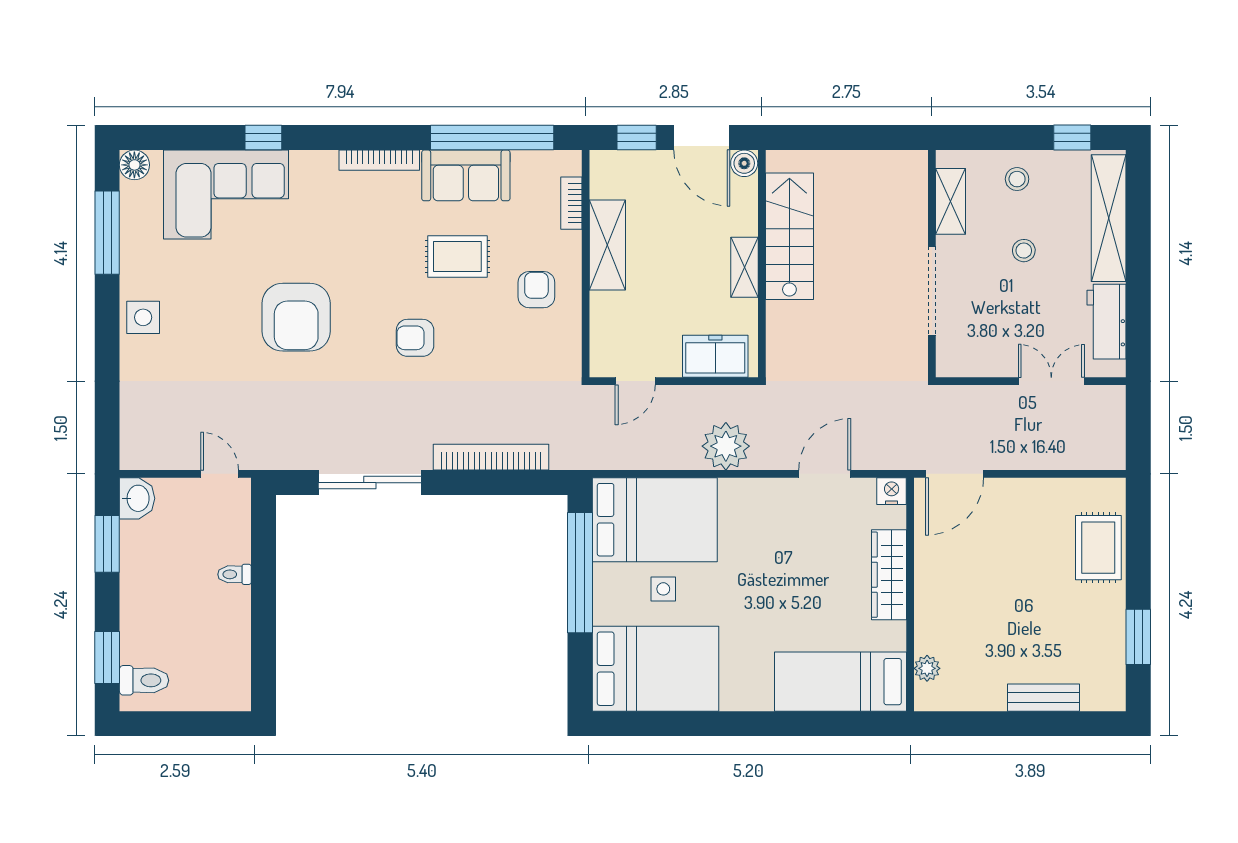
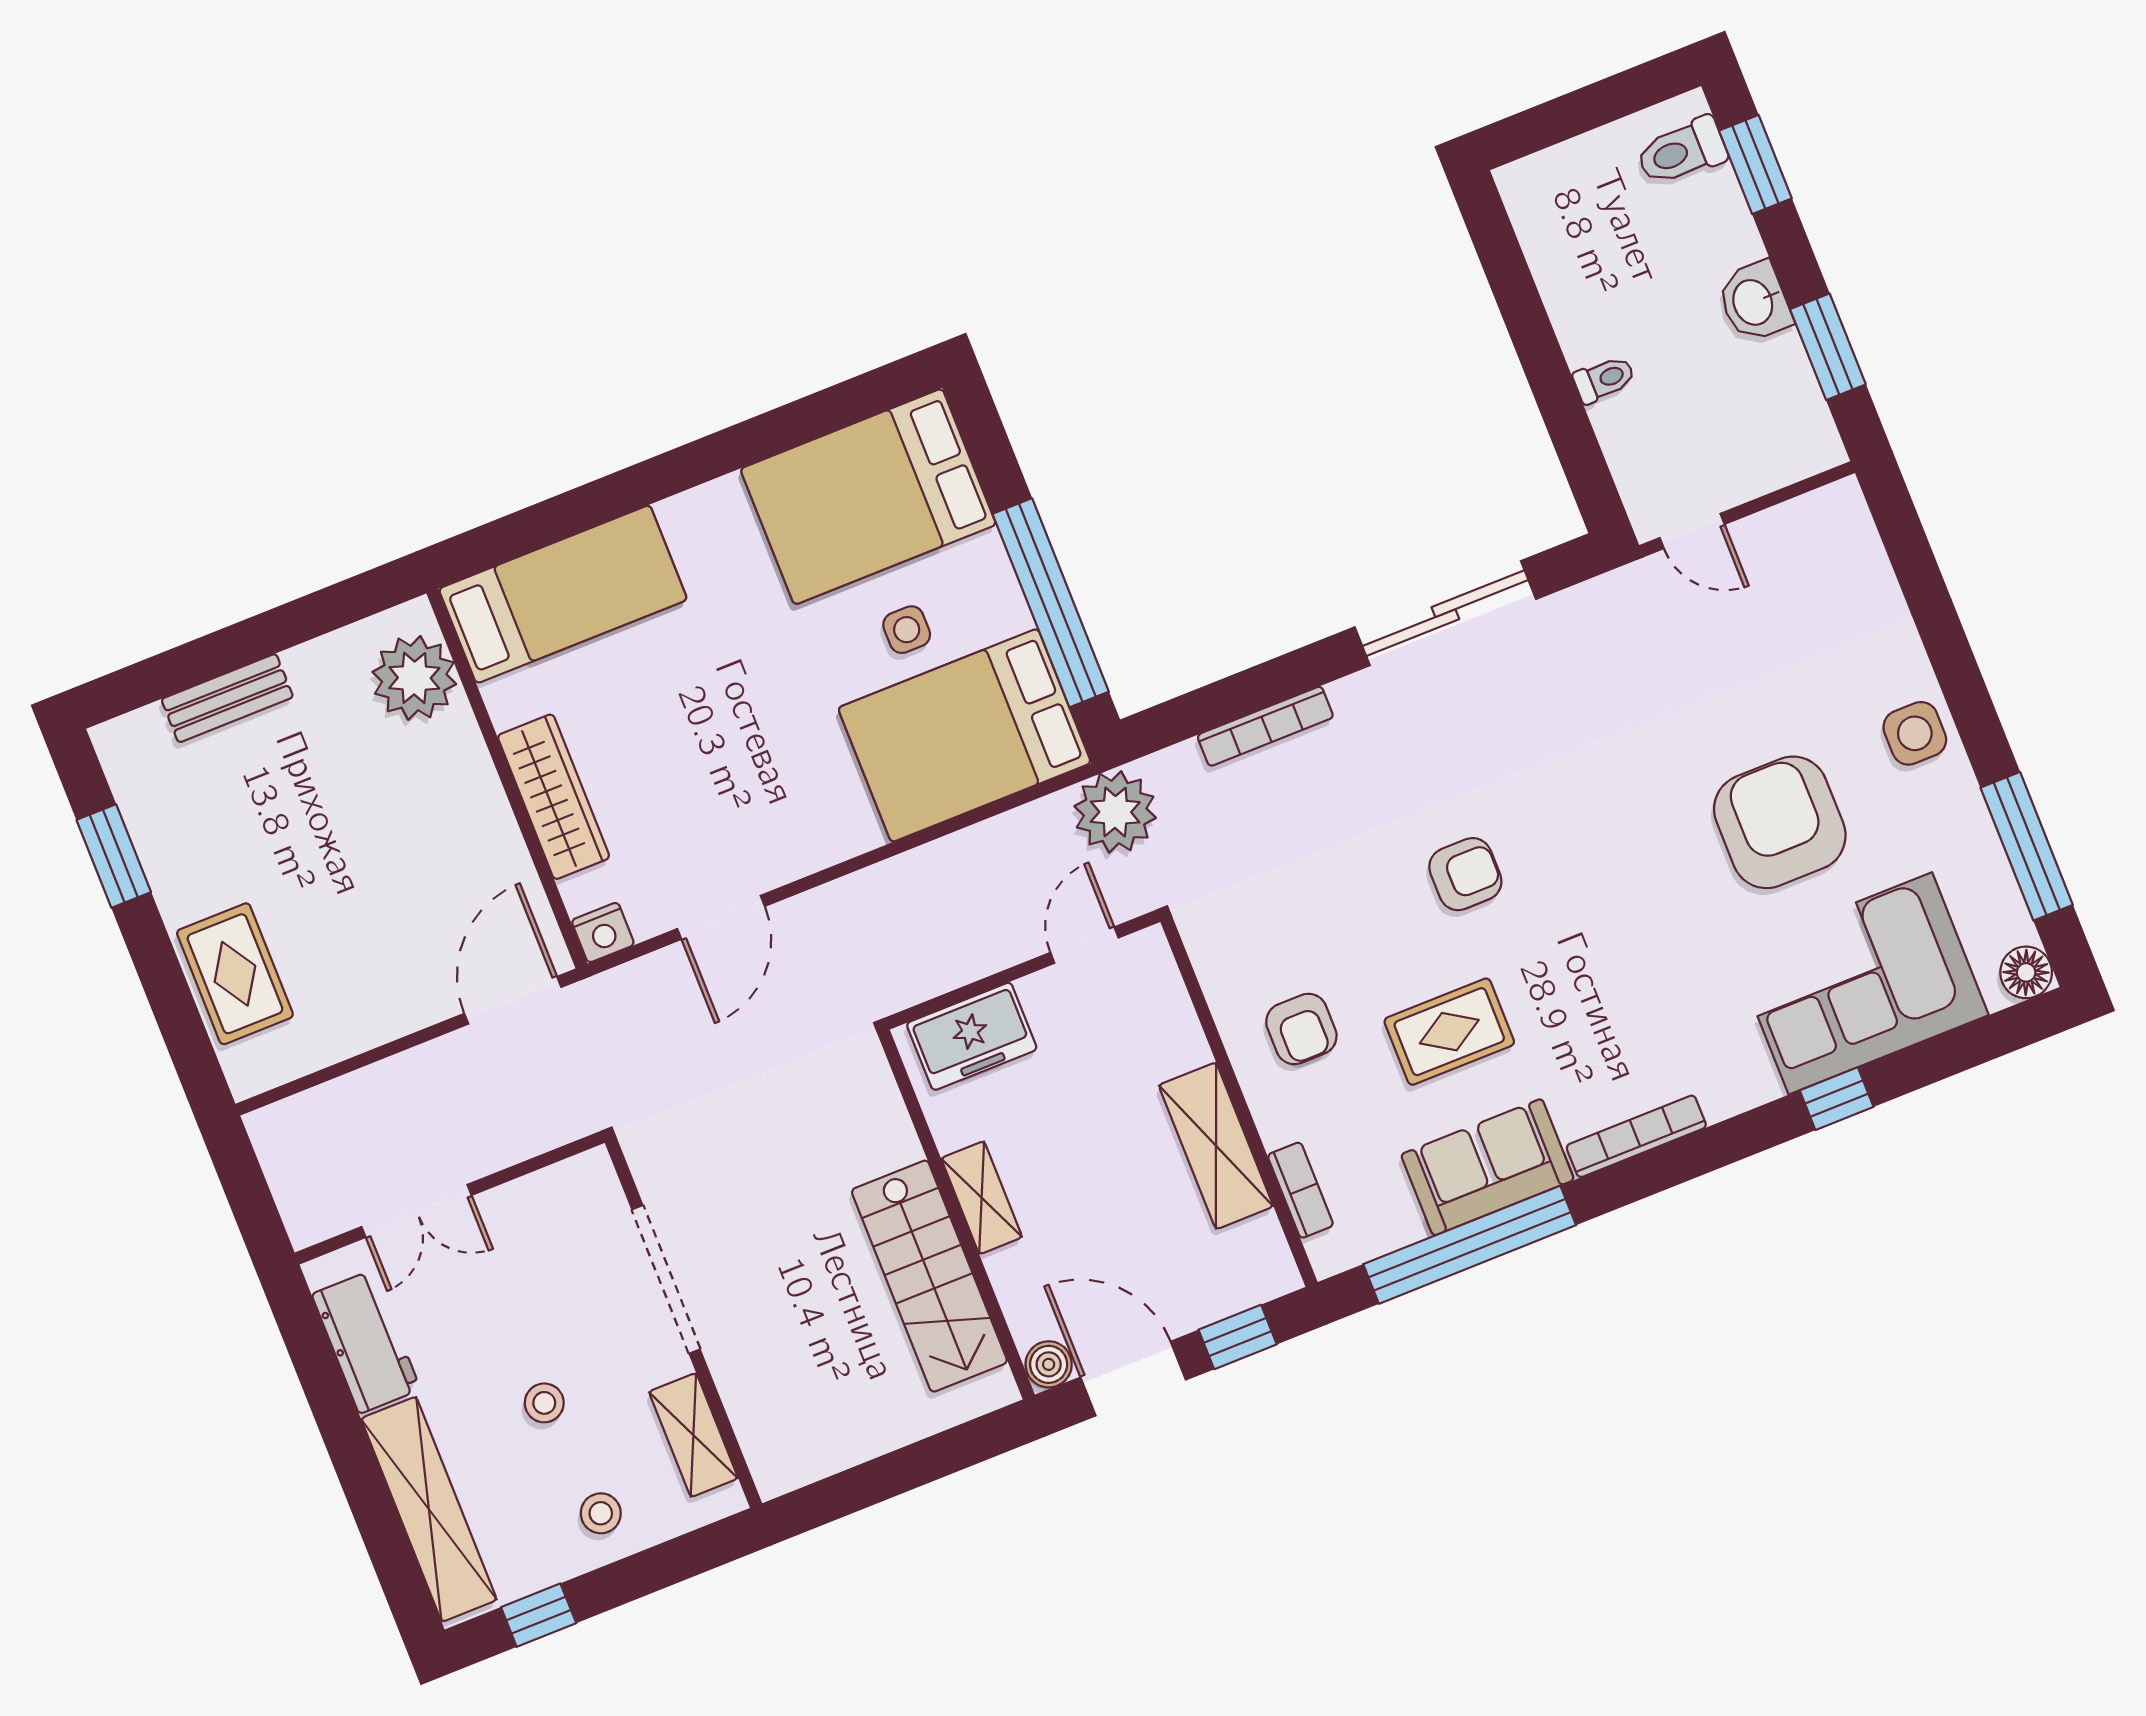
armchair: (296, 317) -> (1780, 822), moved
plant: (726, 446) -> (1115, 812), moved
bookcase: (491, 457) -> (1265, 726), width x0.68, depth x0.76
washbasin: (137, 498) -> (1754, 302), moved
plant: (927, 668) -> (414, 678), width x1.87, depth x1.87

